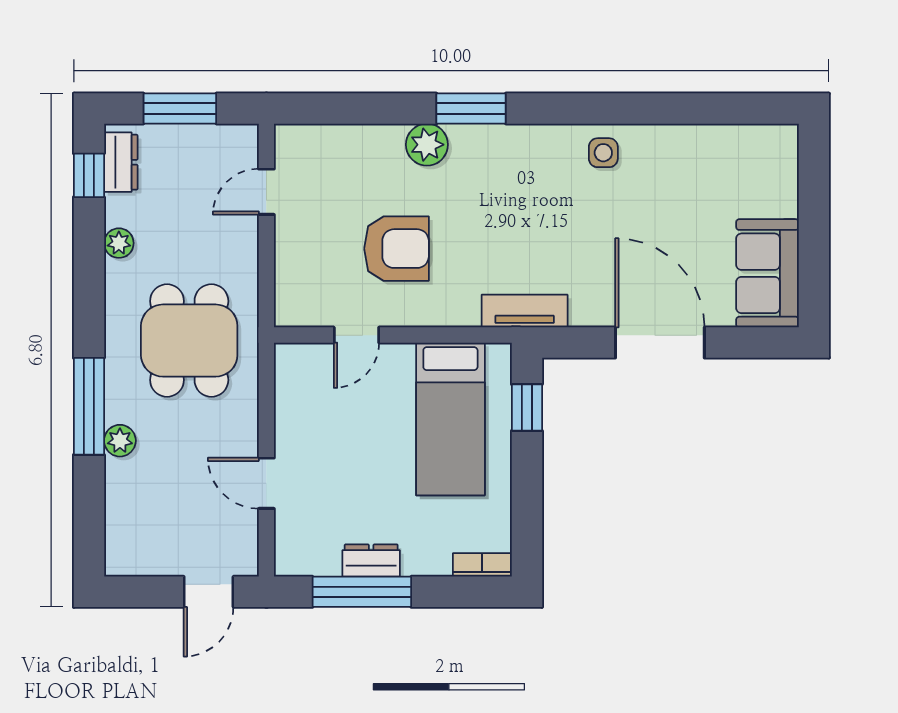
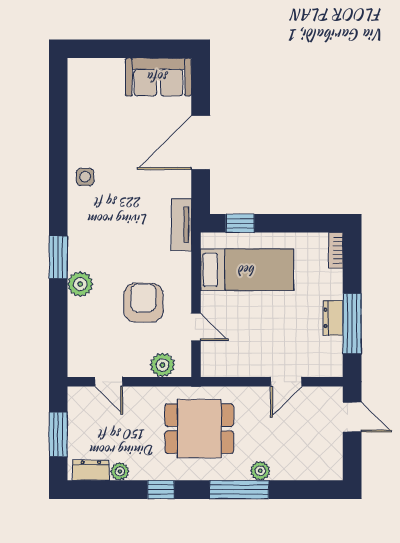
window: (89, 175) -> (161, 490), moved
plant: (119, 243) -> (120, 471), moved
plant: (294, 280) -> (162, 365), added

